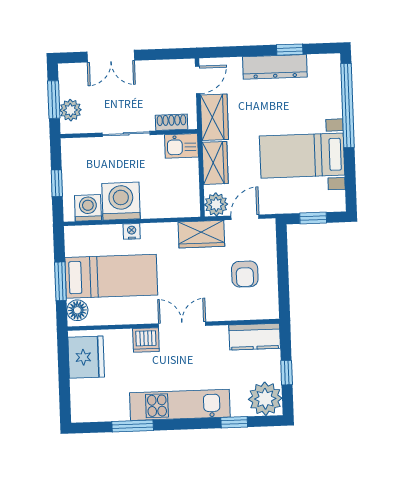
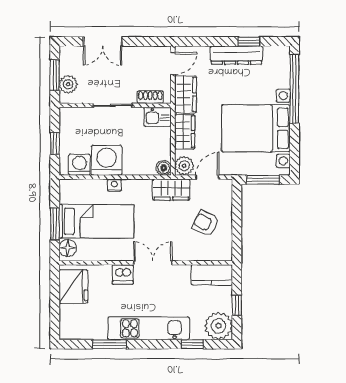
bed with nightstands: (302, 156) -> (256, 128), width x1.36
boiler: (191, 208) -> (164, 168), added
window: (313, 218) -> (263, 180), width x1.50
armchair: (245, 274) -> (206, 223), turned 116

